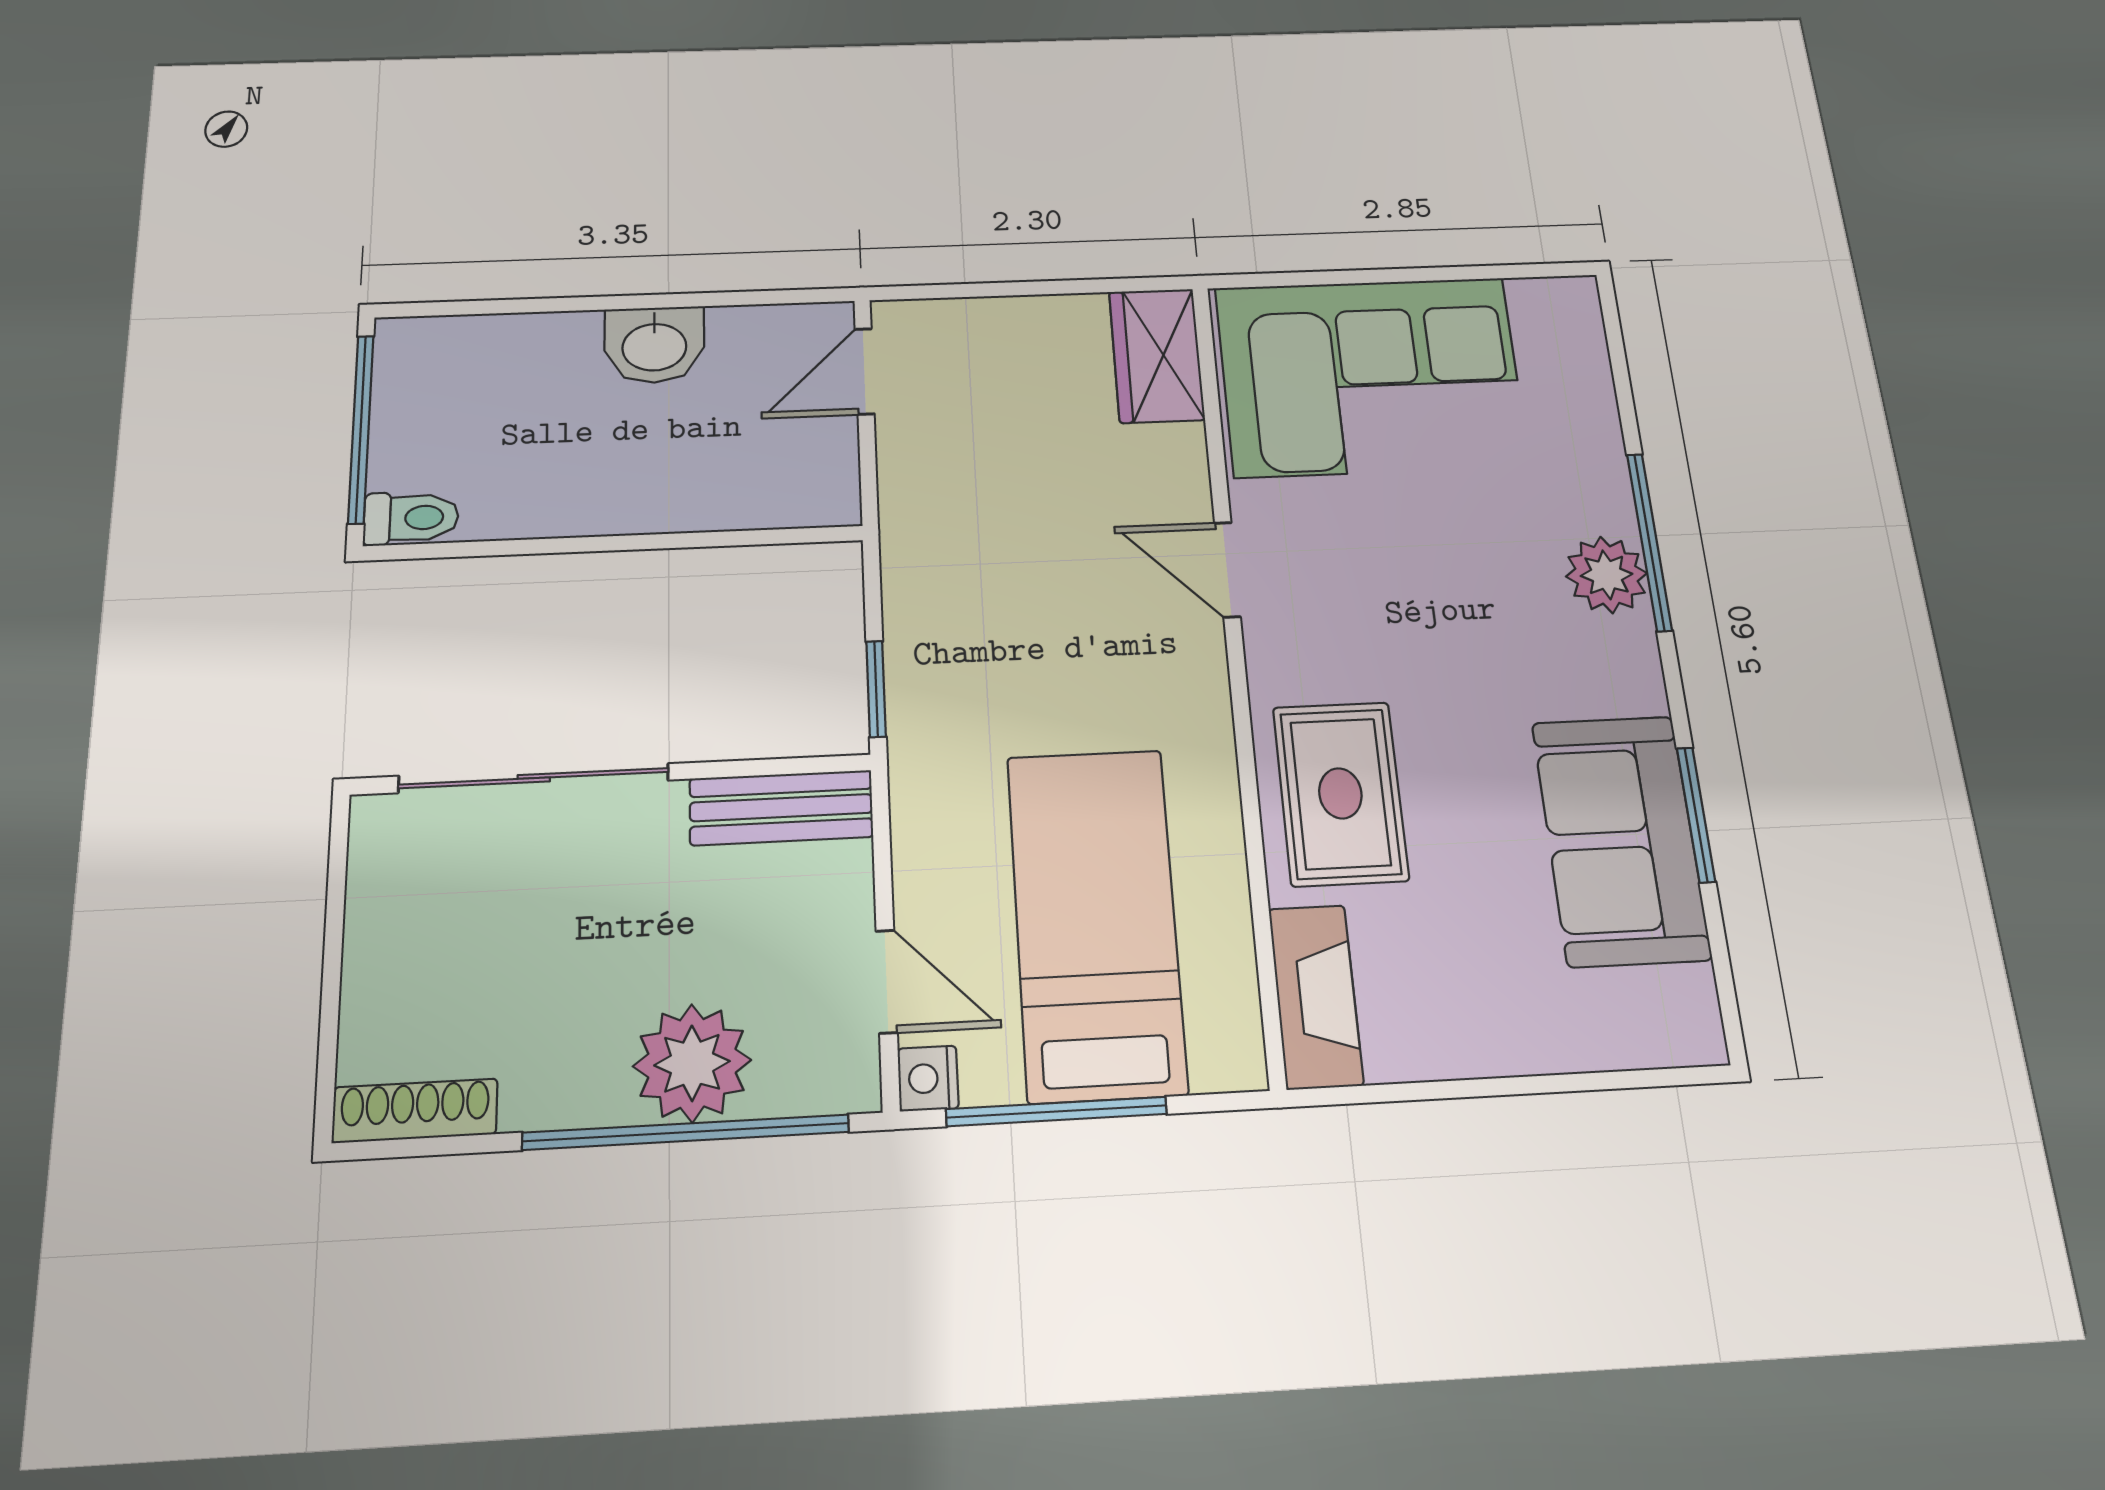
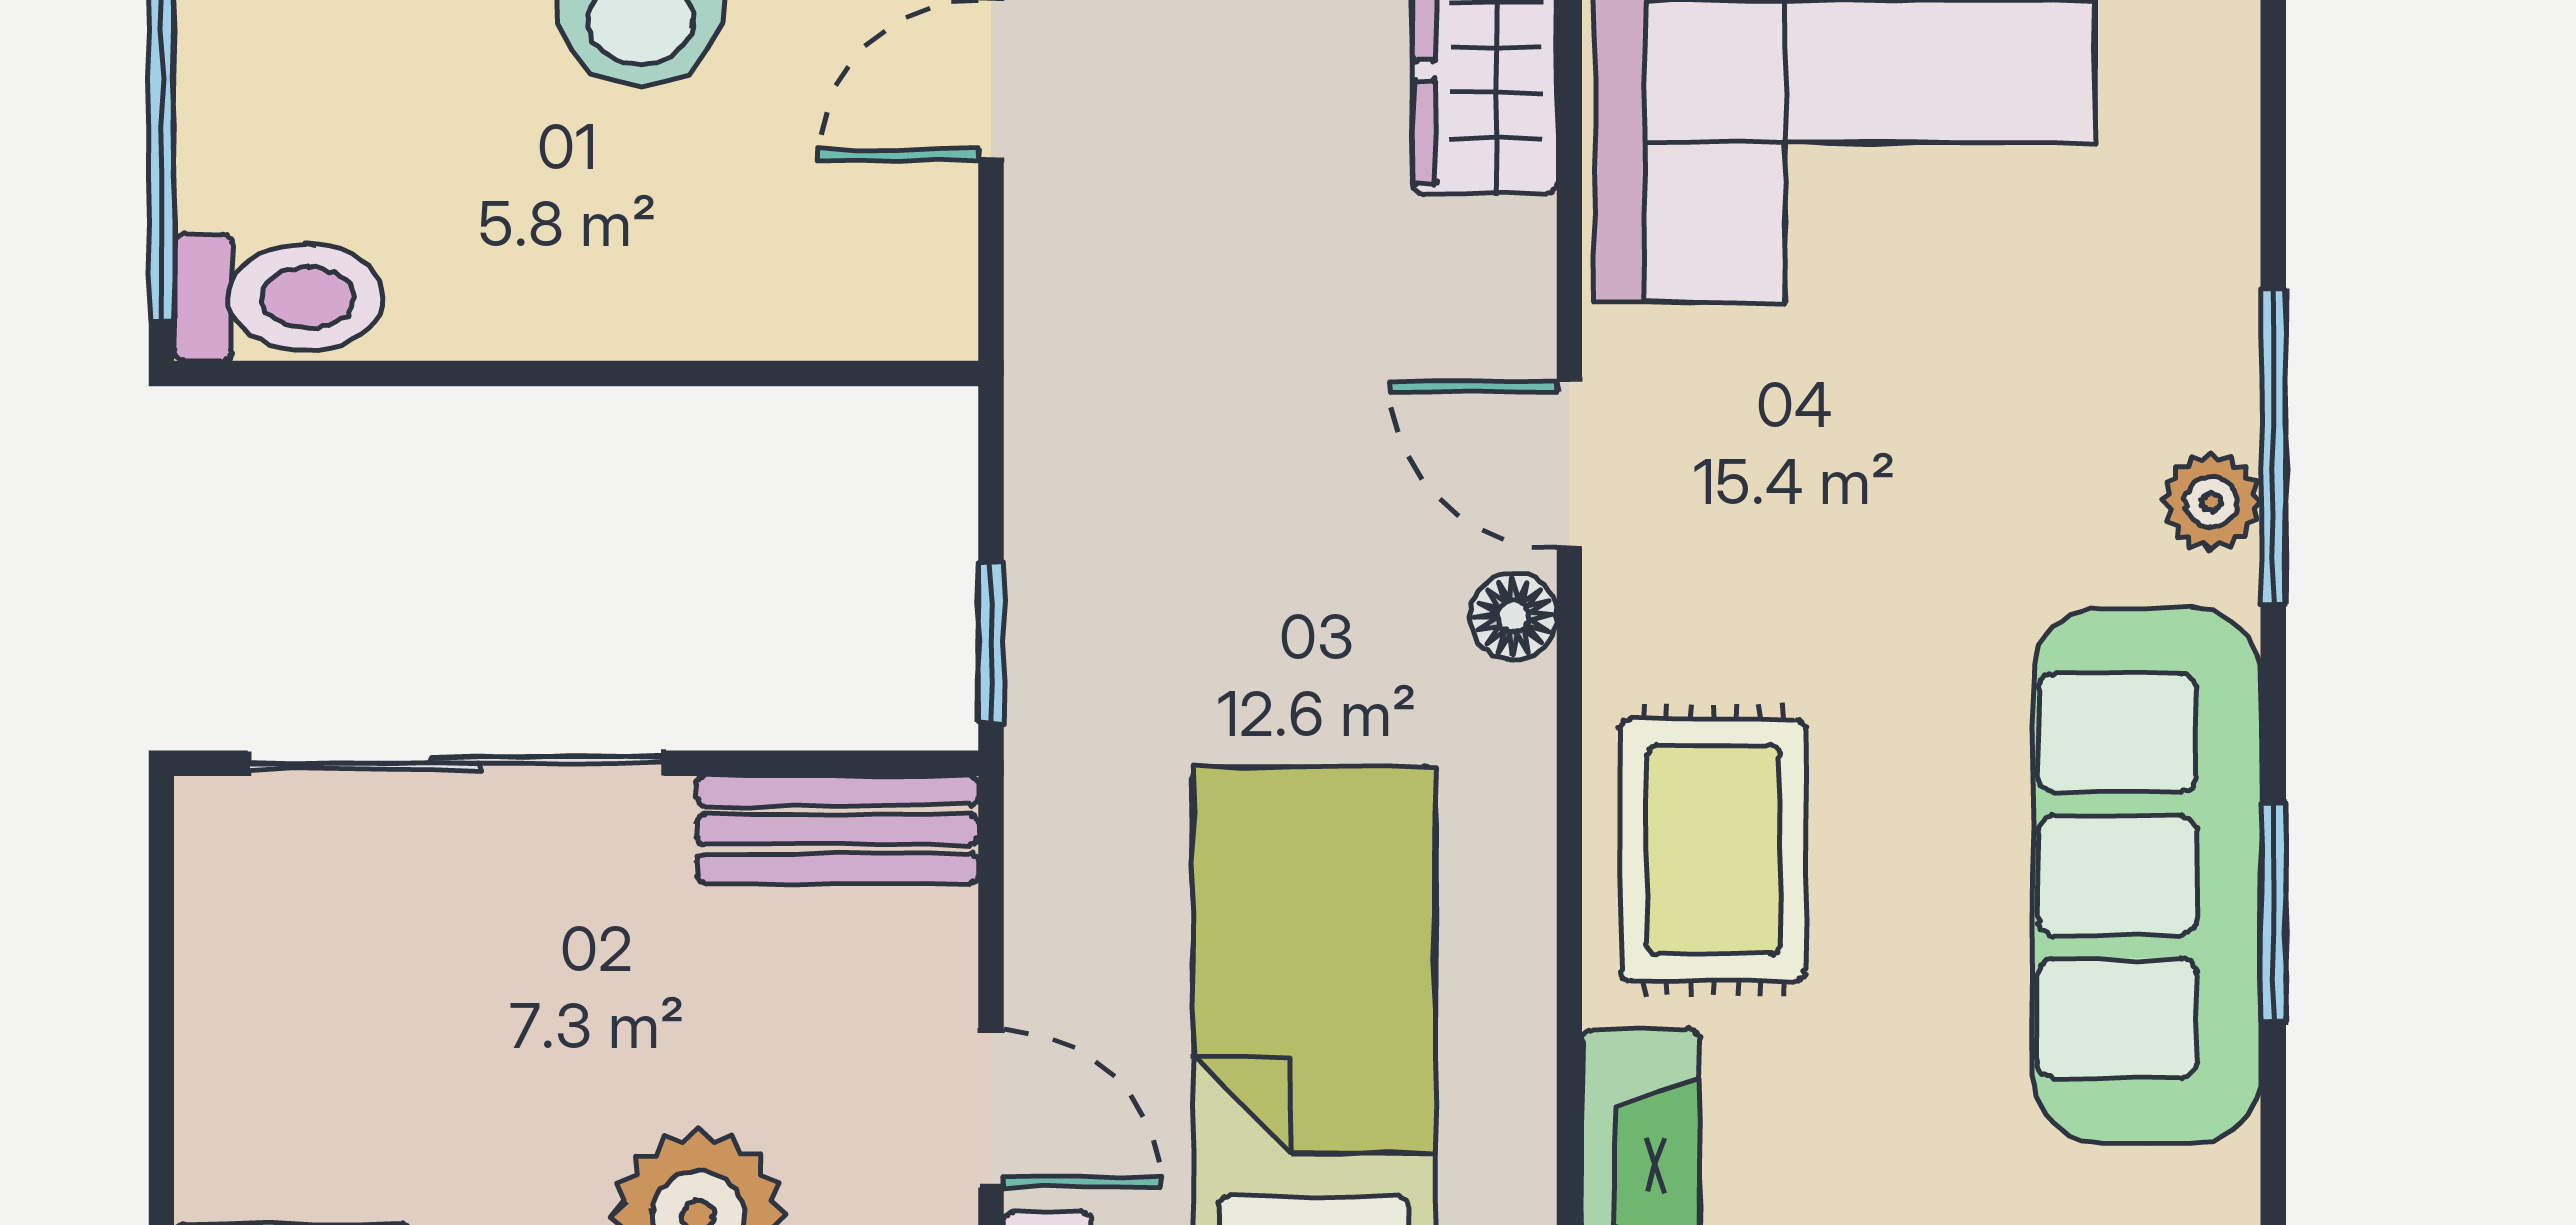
toilet: (411, 518) -> (278, 297), width x1.37, depth x1.39
plant: (1607, 575) -> (2211, 502), width x0.73, depth x0.73
floor lamp: (1201, 659) -> (1513, 616), added
sofa: (1621, 840) -> (2147, 876), width x1.36

